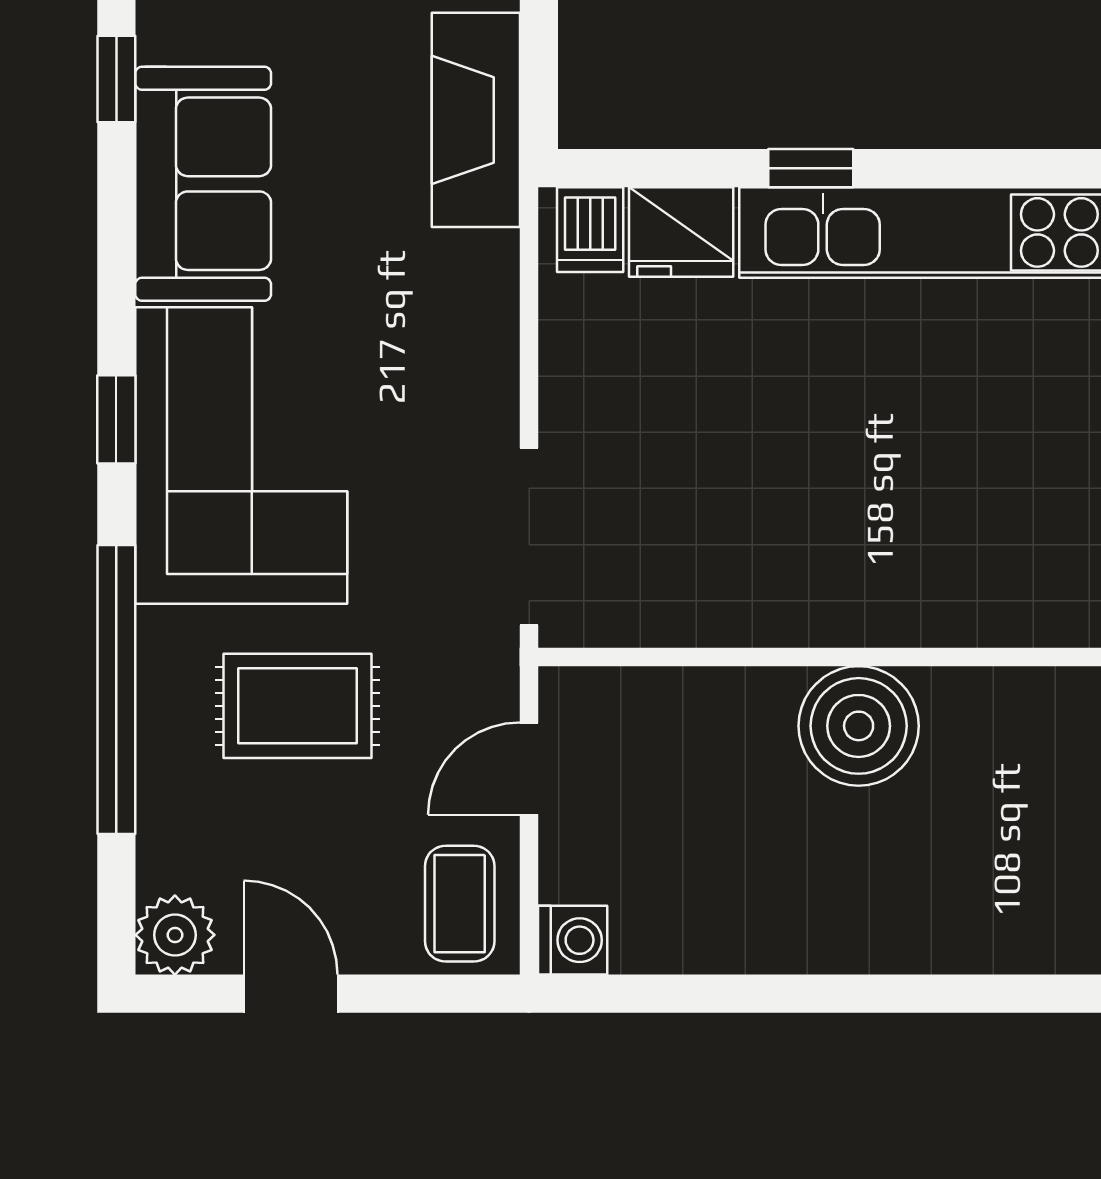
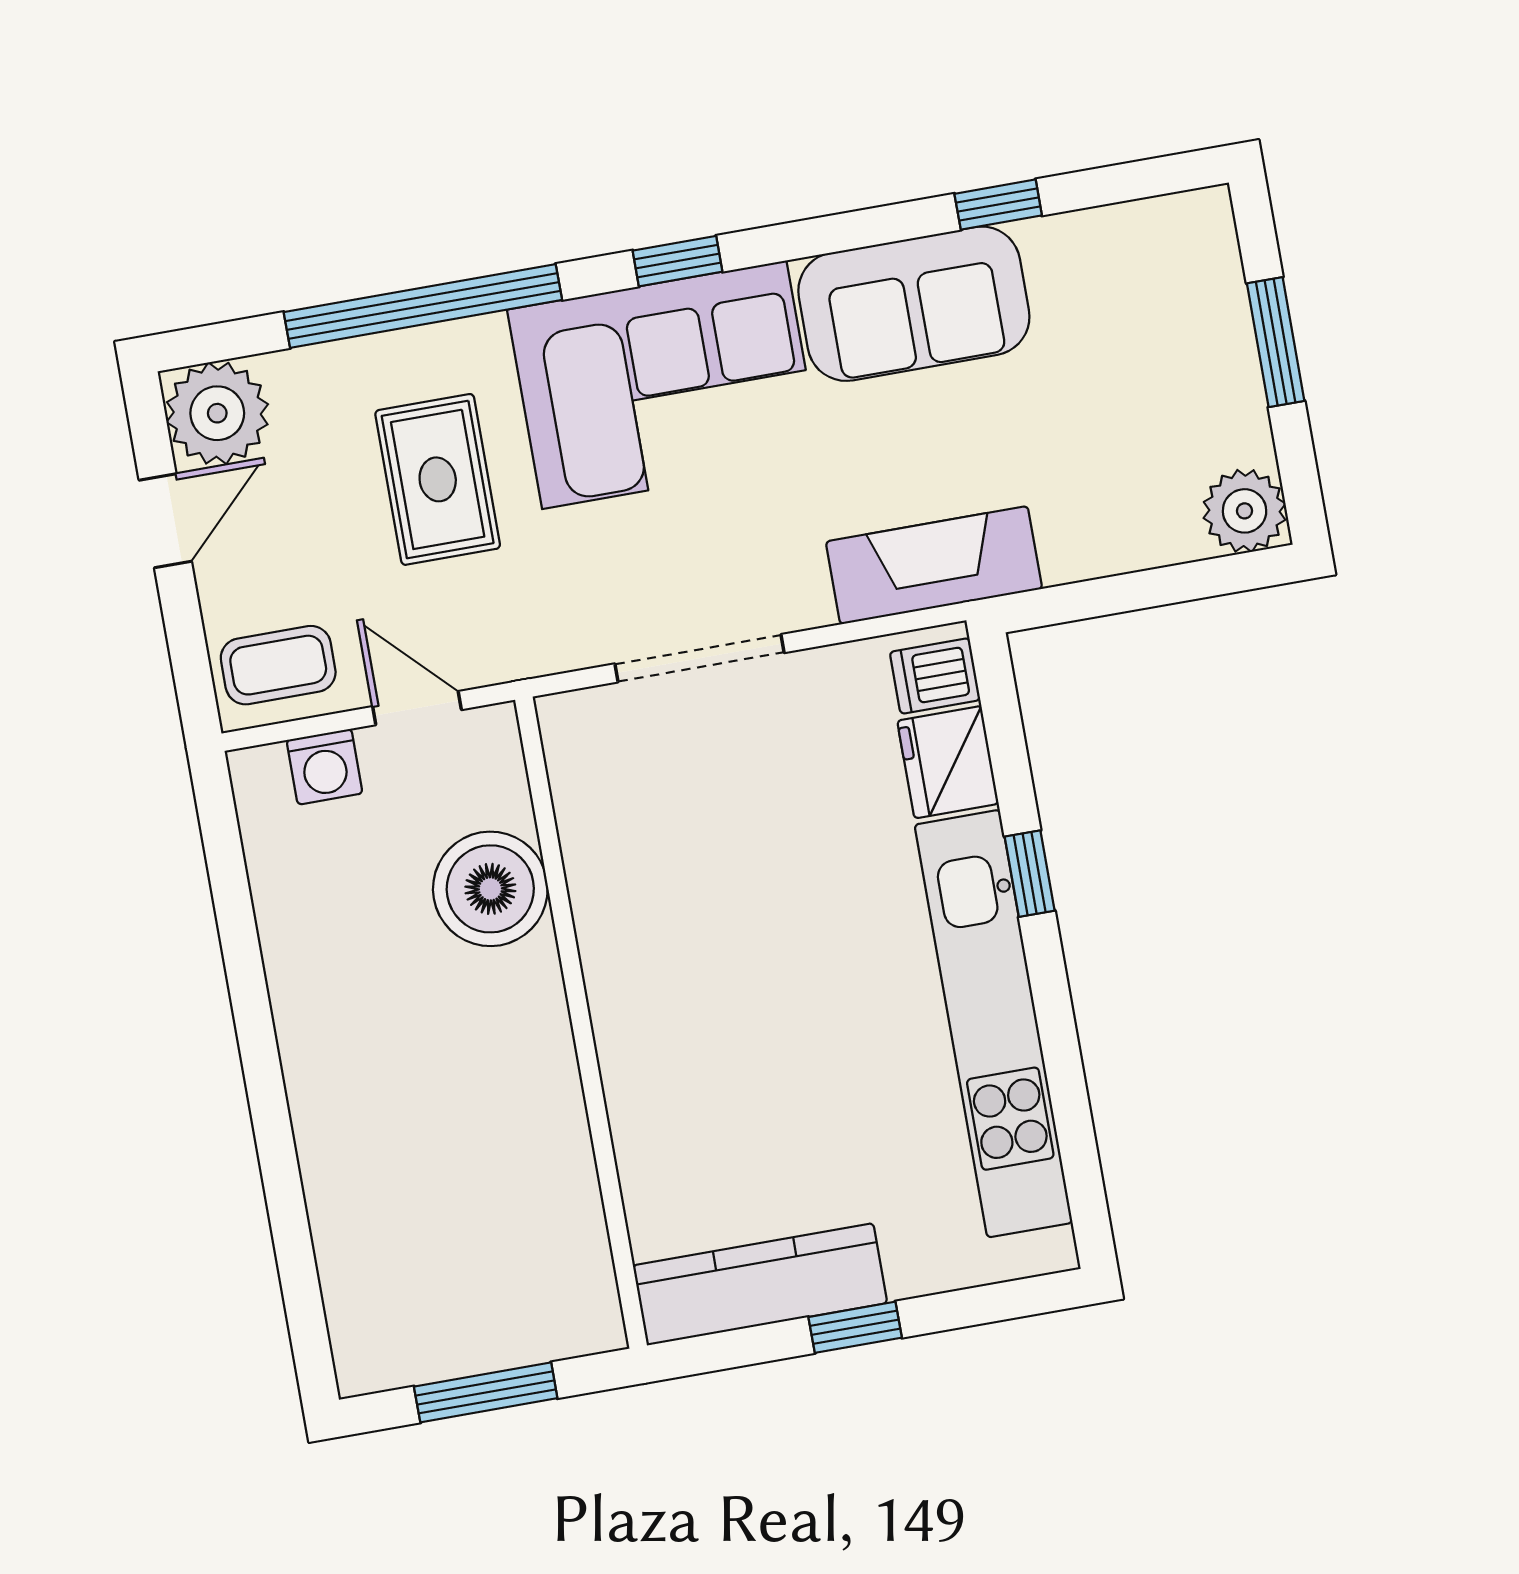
fireplace: (476, 120) -> (934, 565), moved
doorway: (529, 537) -> (699, 658), moved
boiler: (859, 726) -> (490, 889), moved
plant: (175, 935) -> (217, 413), width x1.36, depth x1.36
washing machine: (573, 940) -> (325, 767), moved

